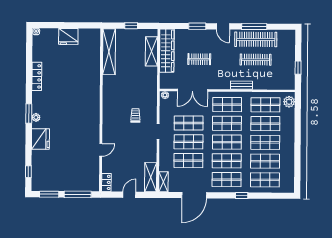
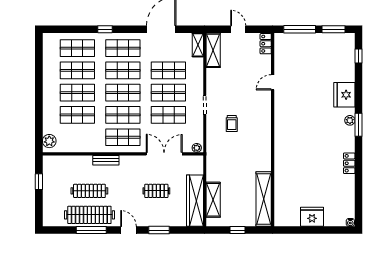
locker: (37, 76) -> (349, 163), width x0.66
shop shelf: (265, 105) -> (77, 137), removed
door: (129, 195) -> (238, 29), swing flipped

